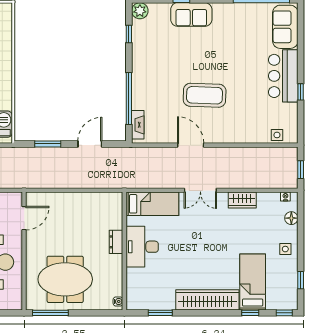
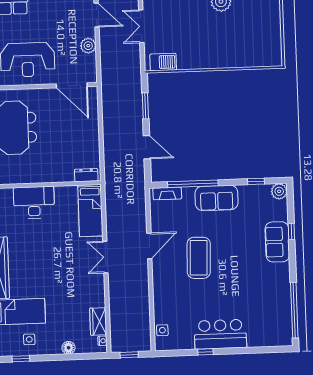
sofa: (285, 27) -> (217, 198), moved, turned 180
wardrobe: (242, 200) -> (98, 321), moved
door: (24, 218) -> (72, 85), width x1.36
floor lamp: (291, 218) -> (69, 348), moved
dresser: (116, 242) -> (86, 175), moved
desk: (142, 247) -> (34, 203), moved
side table: (285, 249) -> (29, 339), moved

